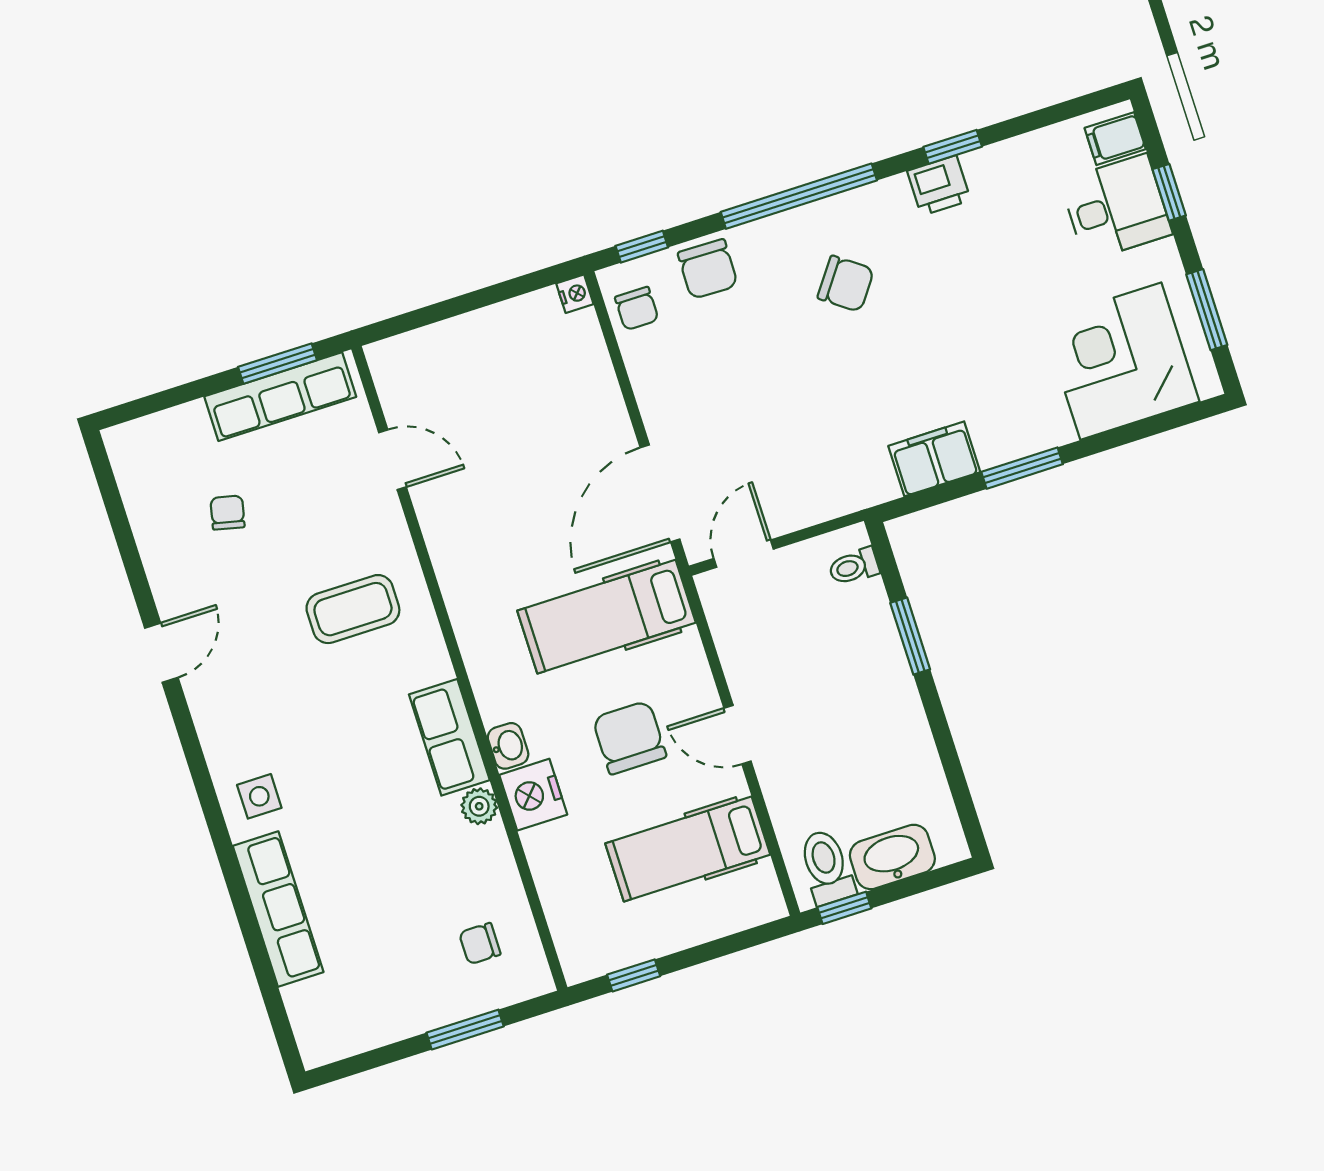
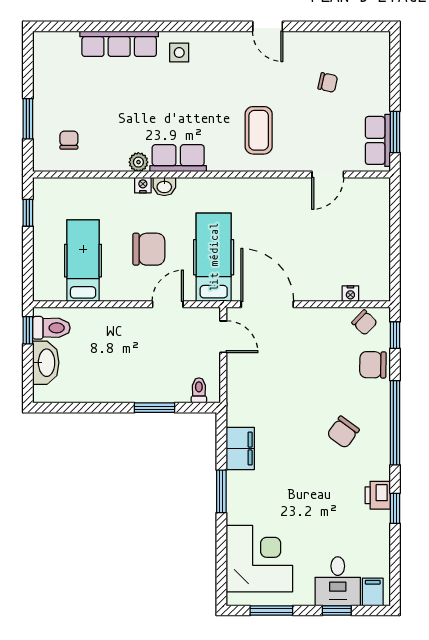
nightstand: (575, 294) -> (350, 294), moved
chair: (637, 309) -> (365, 322), turned -136
row of seats: (280, 397) -> (378, 140), width x0.68
door: (737, 735) -> (168, 304), moved
nightstand: (533, 795) -> (143, 185), width x0.53, depth x0.56

